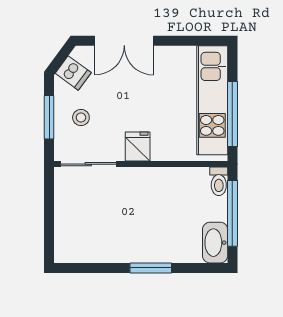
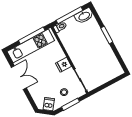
double door: (124, 41) -> (19, 78), moved

